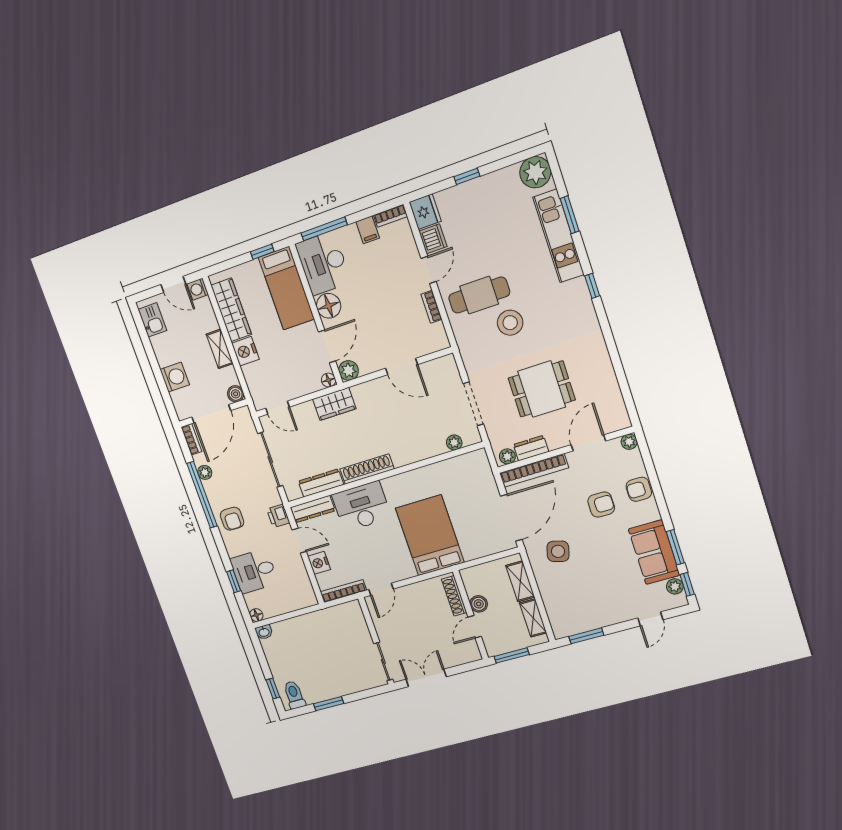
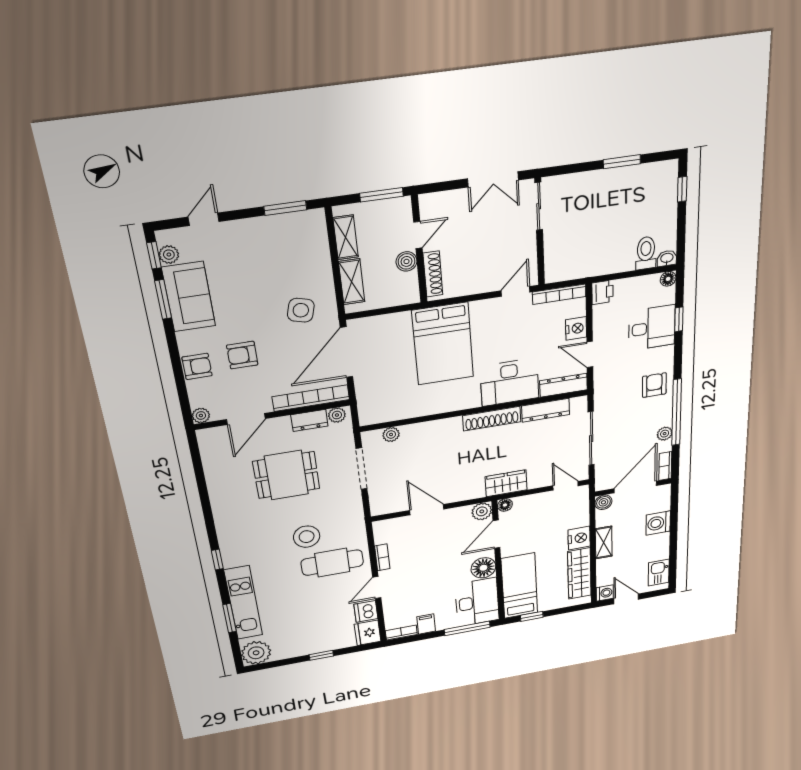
printer: (278, 516) -> (603, 292), moved
toilet: (294, 695) -> (646, 253), moved, turned 180

